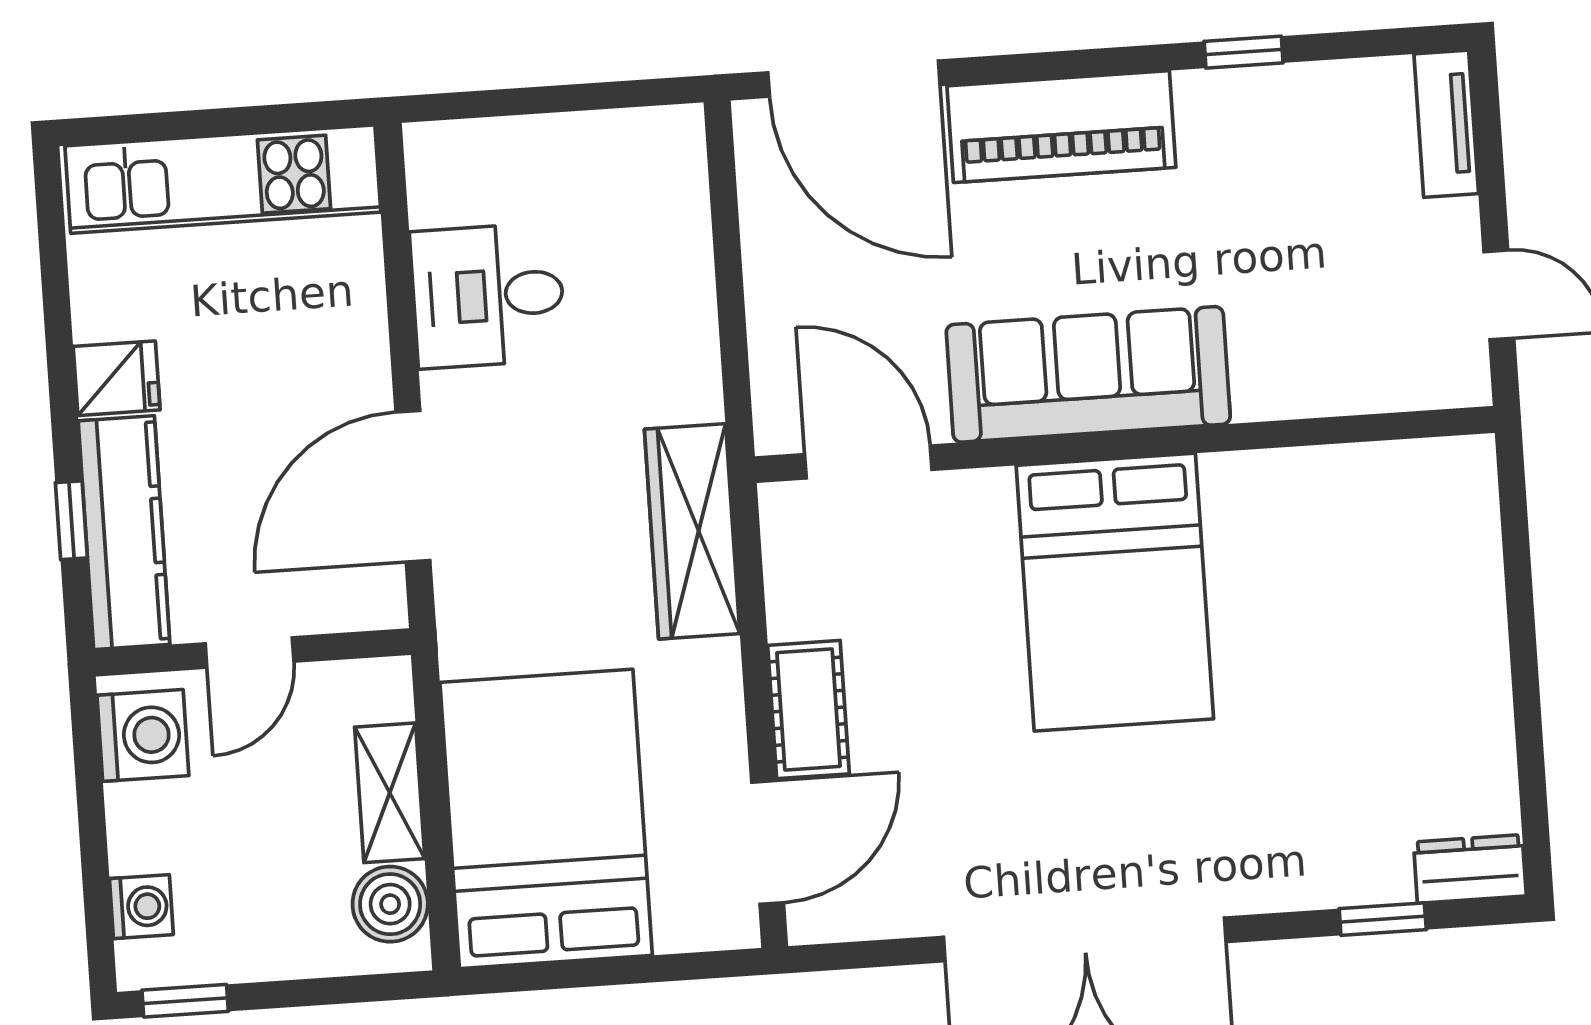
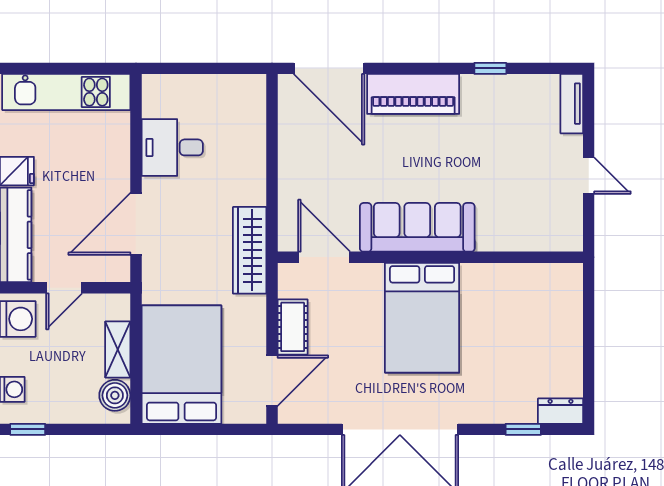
sofa: (1088, 374) -> (417, 227), moved
wall: (1125, 445) -> (430, 257), moved
door: (868, 462) -> (324, 257), moved
bed: (1115, 592) -> (422, 318), moved

